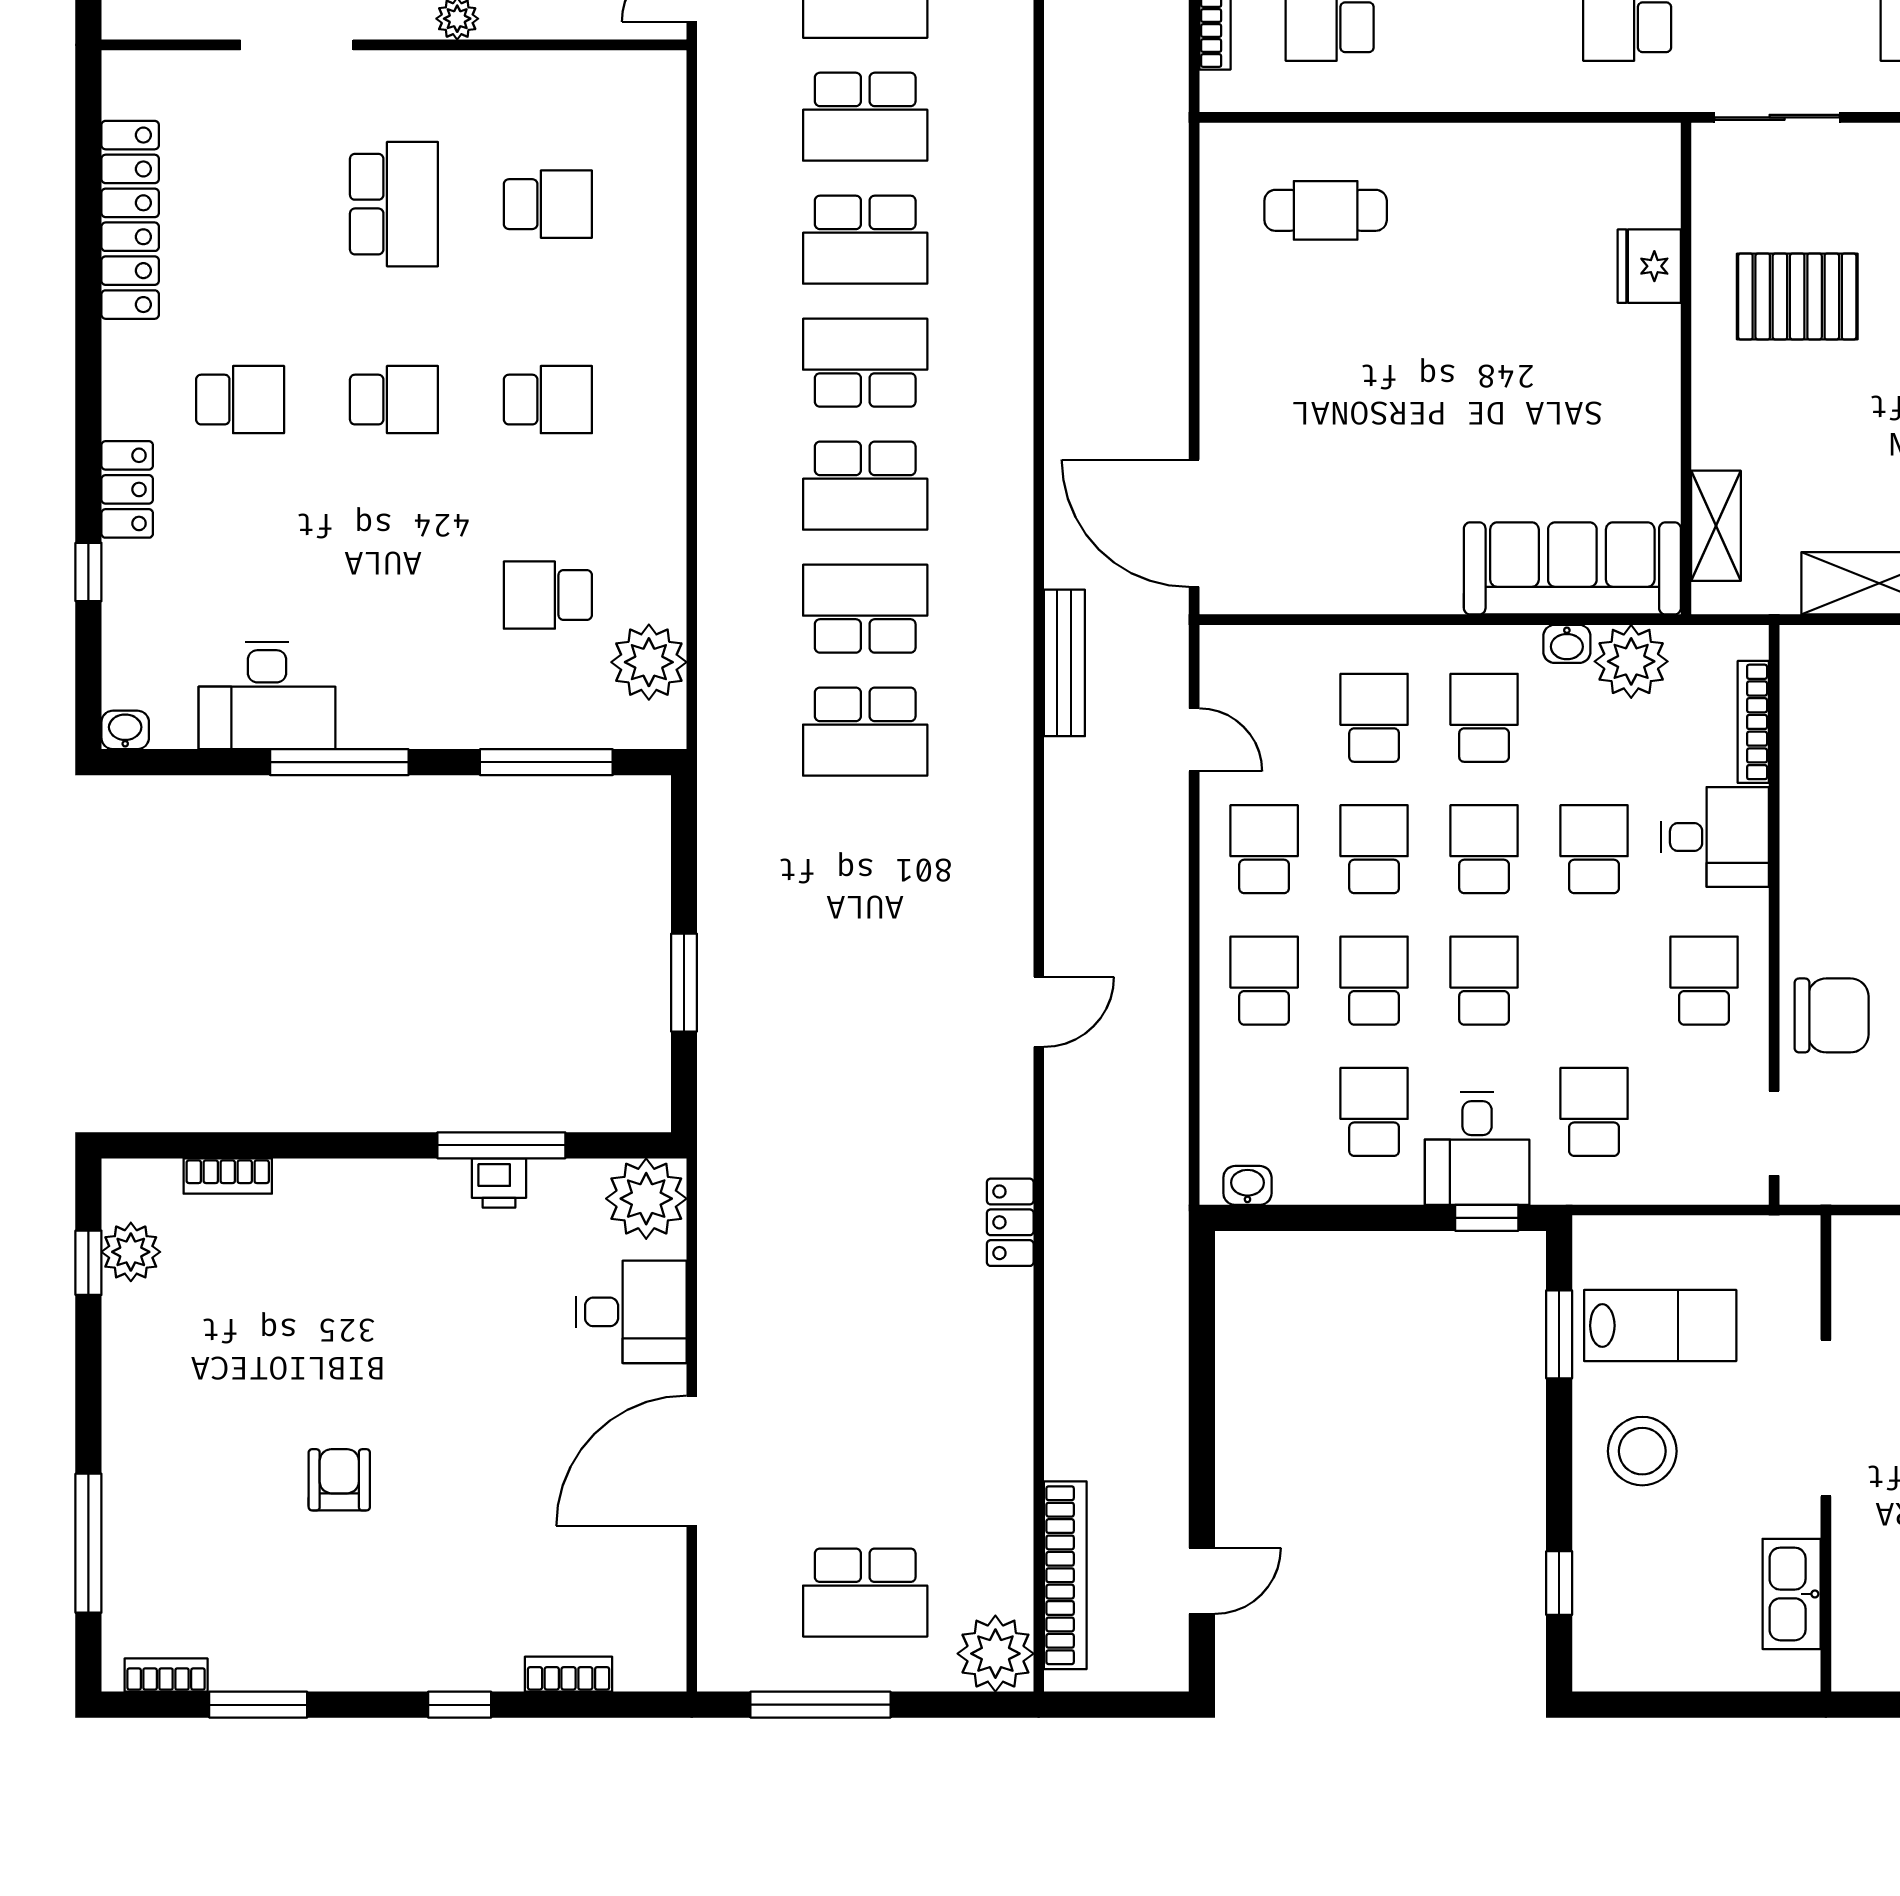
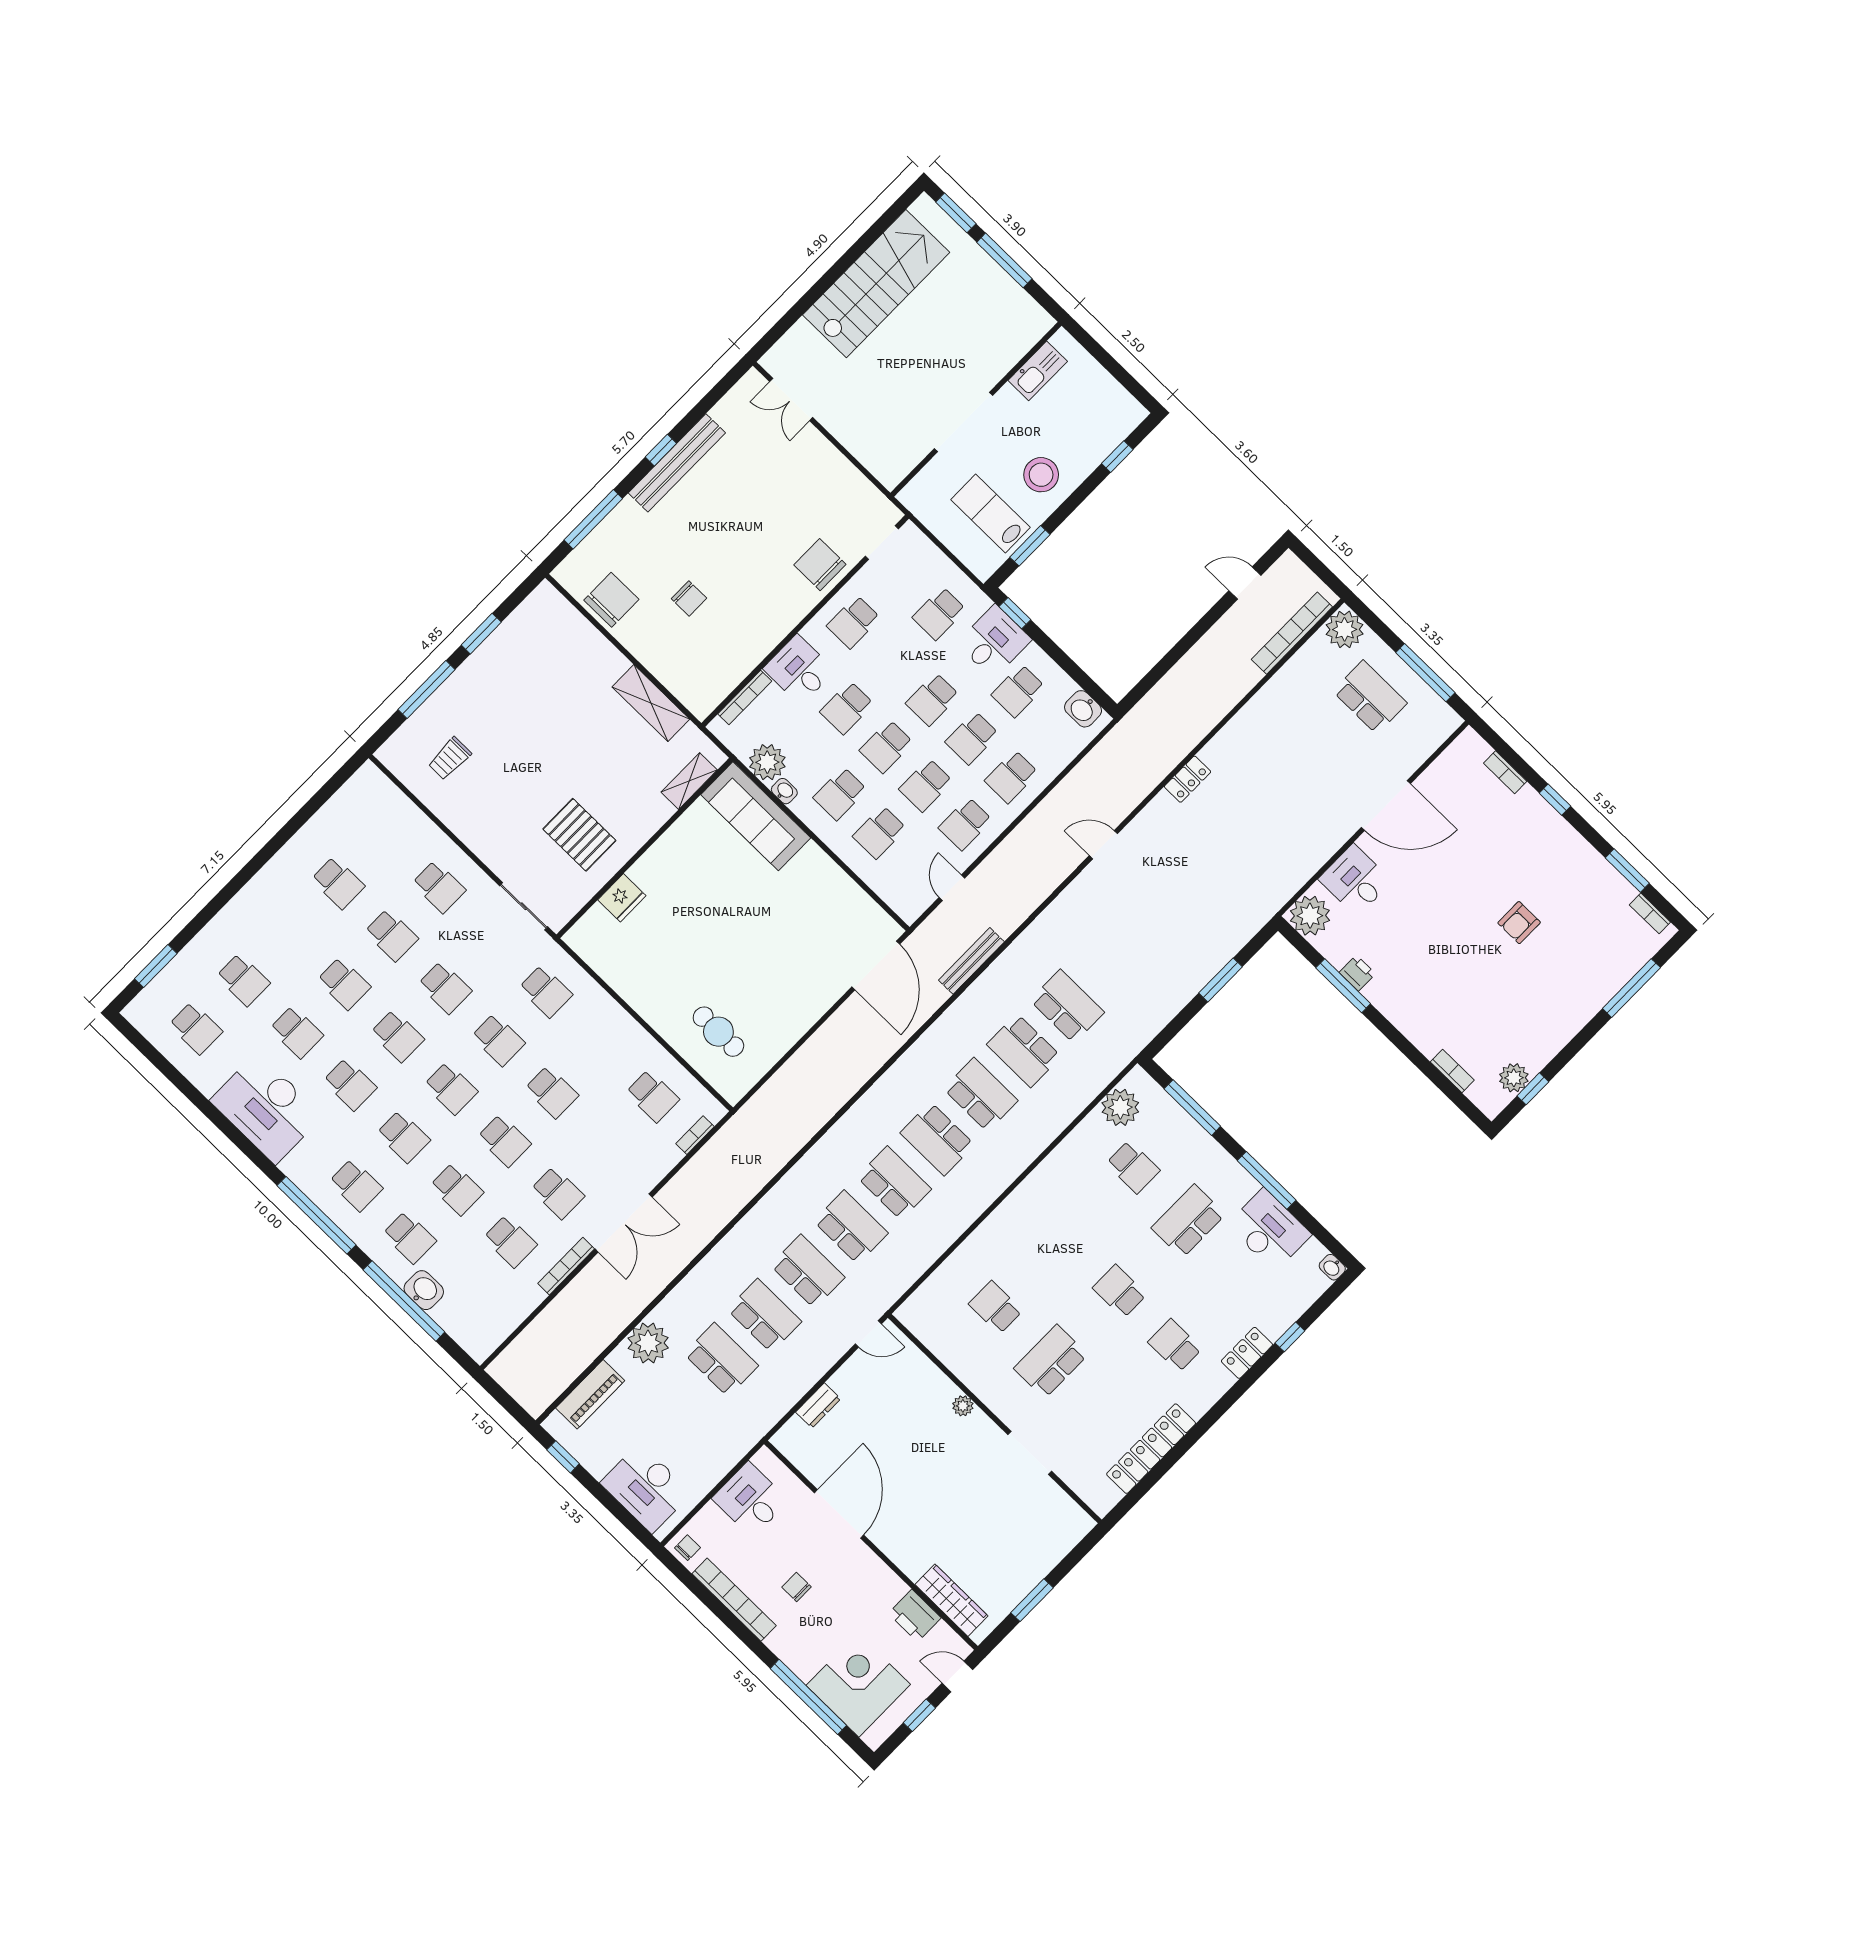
school desk: (548, 400) -> (1188, 1221), moved, width x1.85
washbasin: (1247, 1185) -> (1083, 709), width x1.38, depth x1.45

